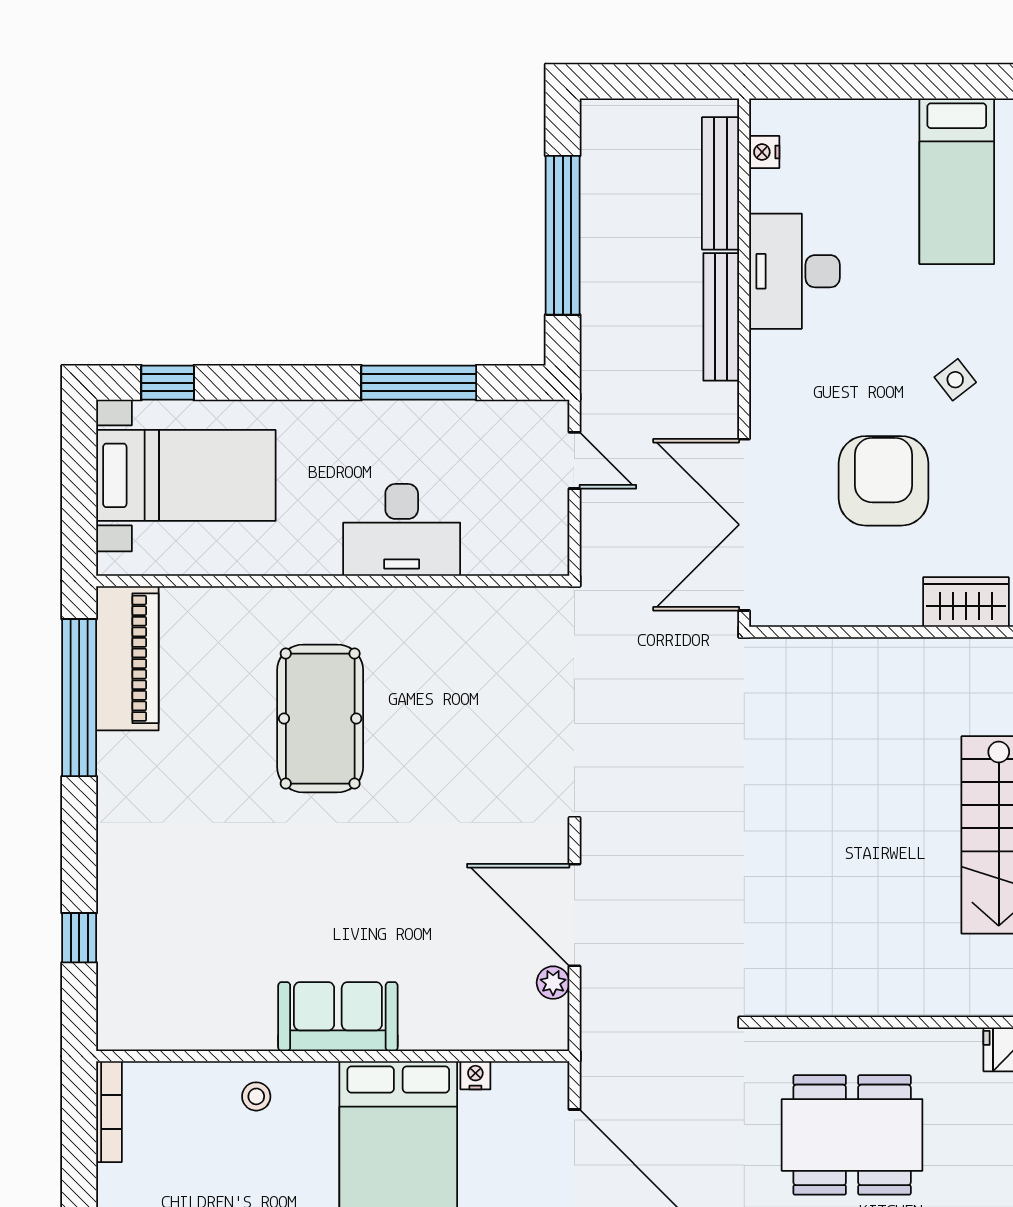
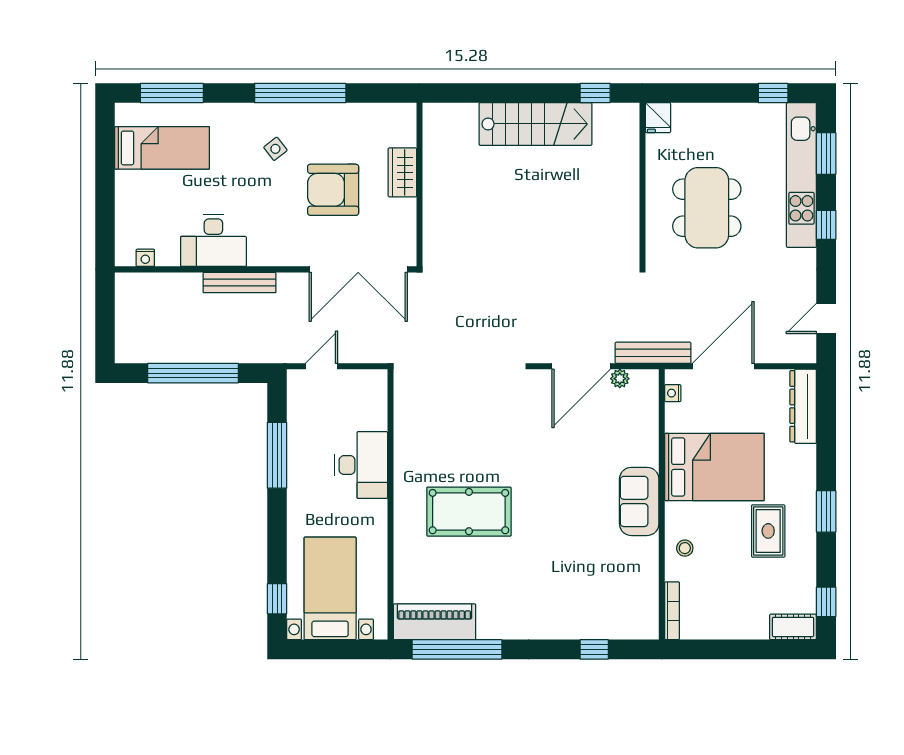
bench: (721, 183) -> (653, 353), moved
wardrobe: (966, 602) -> (402, 172), moved
nightstand: (475, 1075) -> (673, 393), moved
bookcase: (109, 1112) -> (672, 611), moved, turned 90

